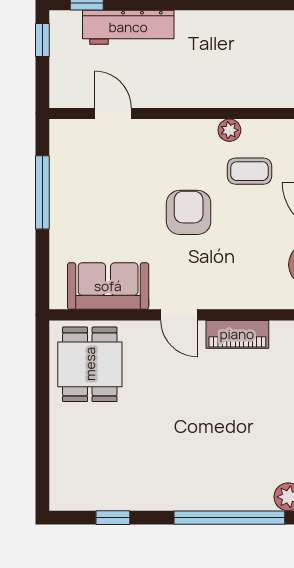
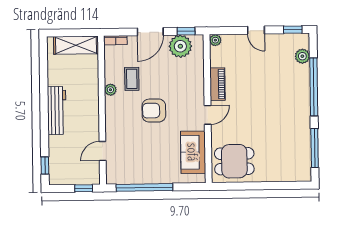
workbench: (128, 27) -> (57, 110), moved
window: (42, 40) -> (84, 188), moved
window: (42, 192) -> (144, 187), width x1.46
window: (113, 518) -> (315, 148), width x2.17

